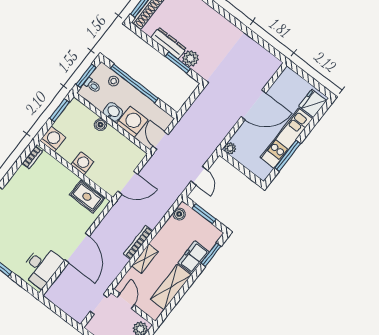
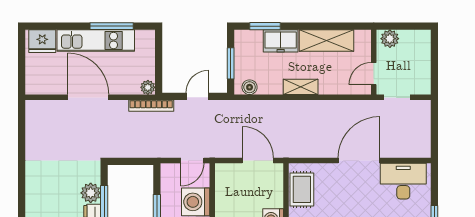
bookcase: (138, 242) -> (151, 106), moved
shelving: (145, 259) -> (301, 87), moved

